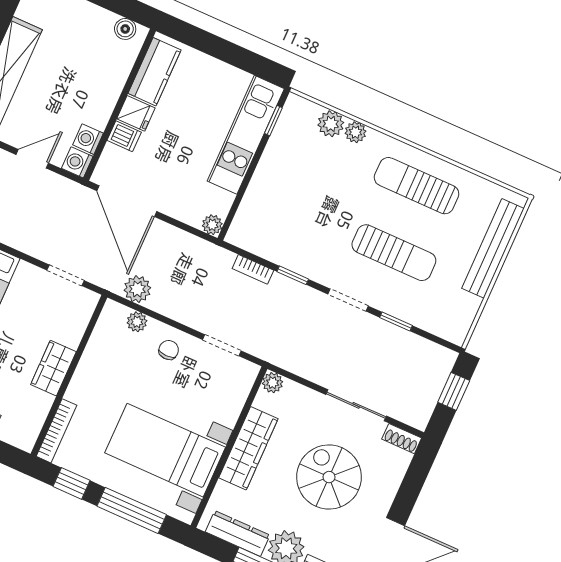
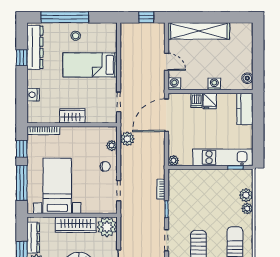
kitchen counter: (154, 72) -> (245, 109), moved, turned 90
washing machine: (88, 139) -> (214, 84), moved
plant: (273, 383) -> (107, 227), width x1.87, depth x1.87

